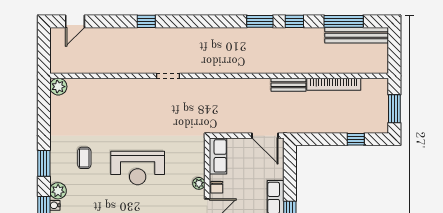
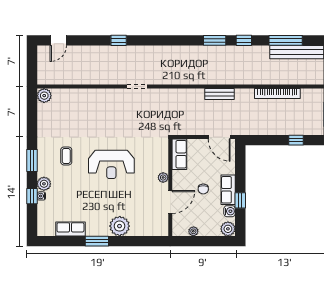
bench: (288, 85) -> (220, 94), moved
chair: (217, 187) -> (203, 189), moved

